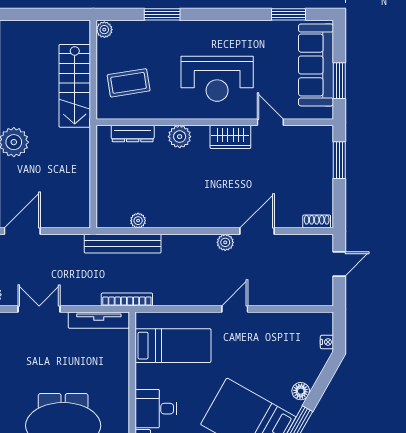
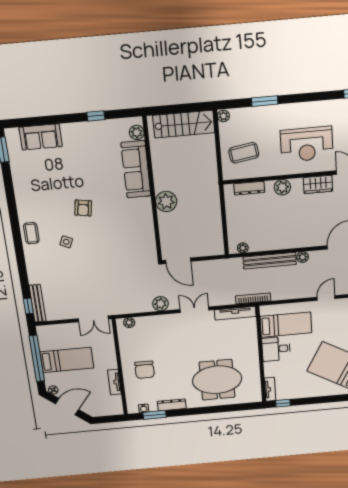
stairs: (75, 86) -> (184, 124), moved, turned -90
plant: (138, 221) -> (243, 248), moved
door: (22, 231) -> (178, 261), swing flipped
plant: (225, 242) -> (303, 257), moved
bench: (123, 244) -> (270, 261), moved
desk: (156, 409) -> (276, 349), moved

